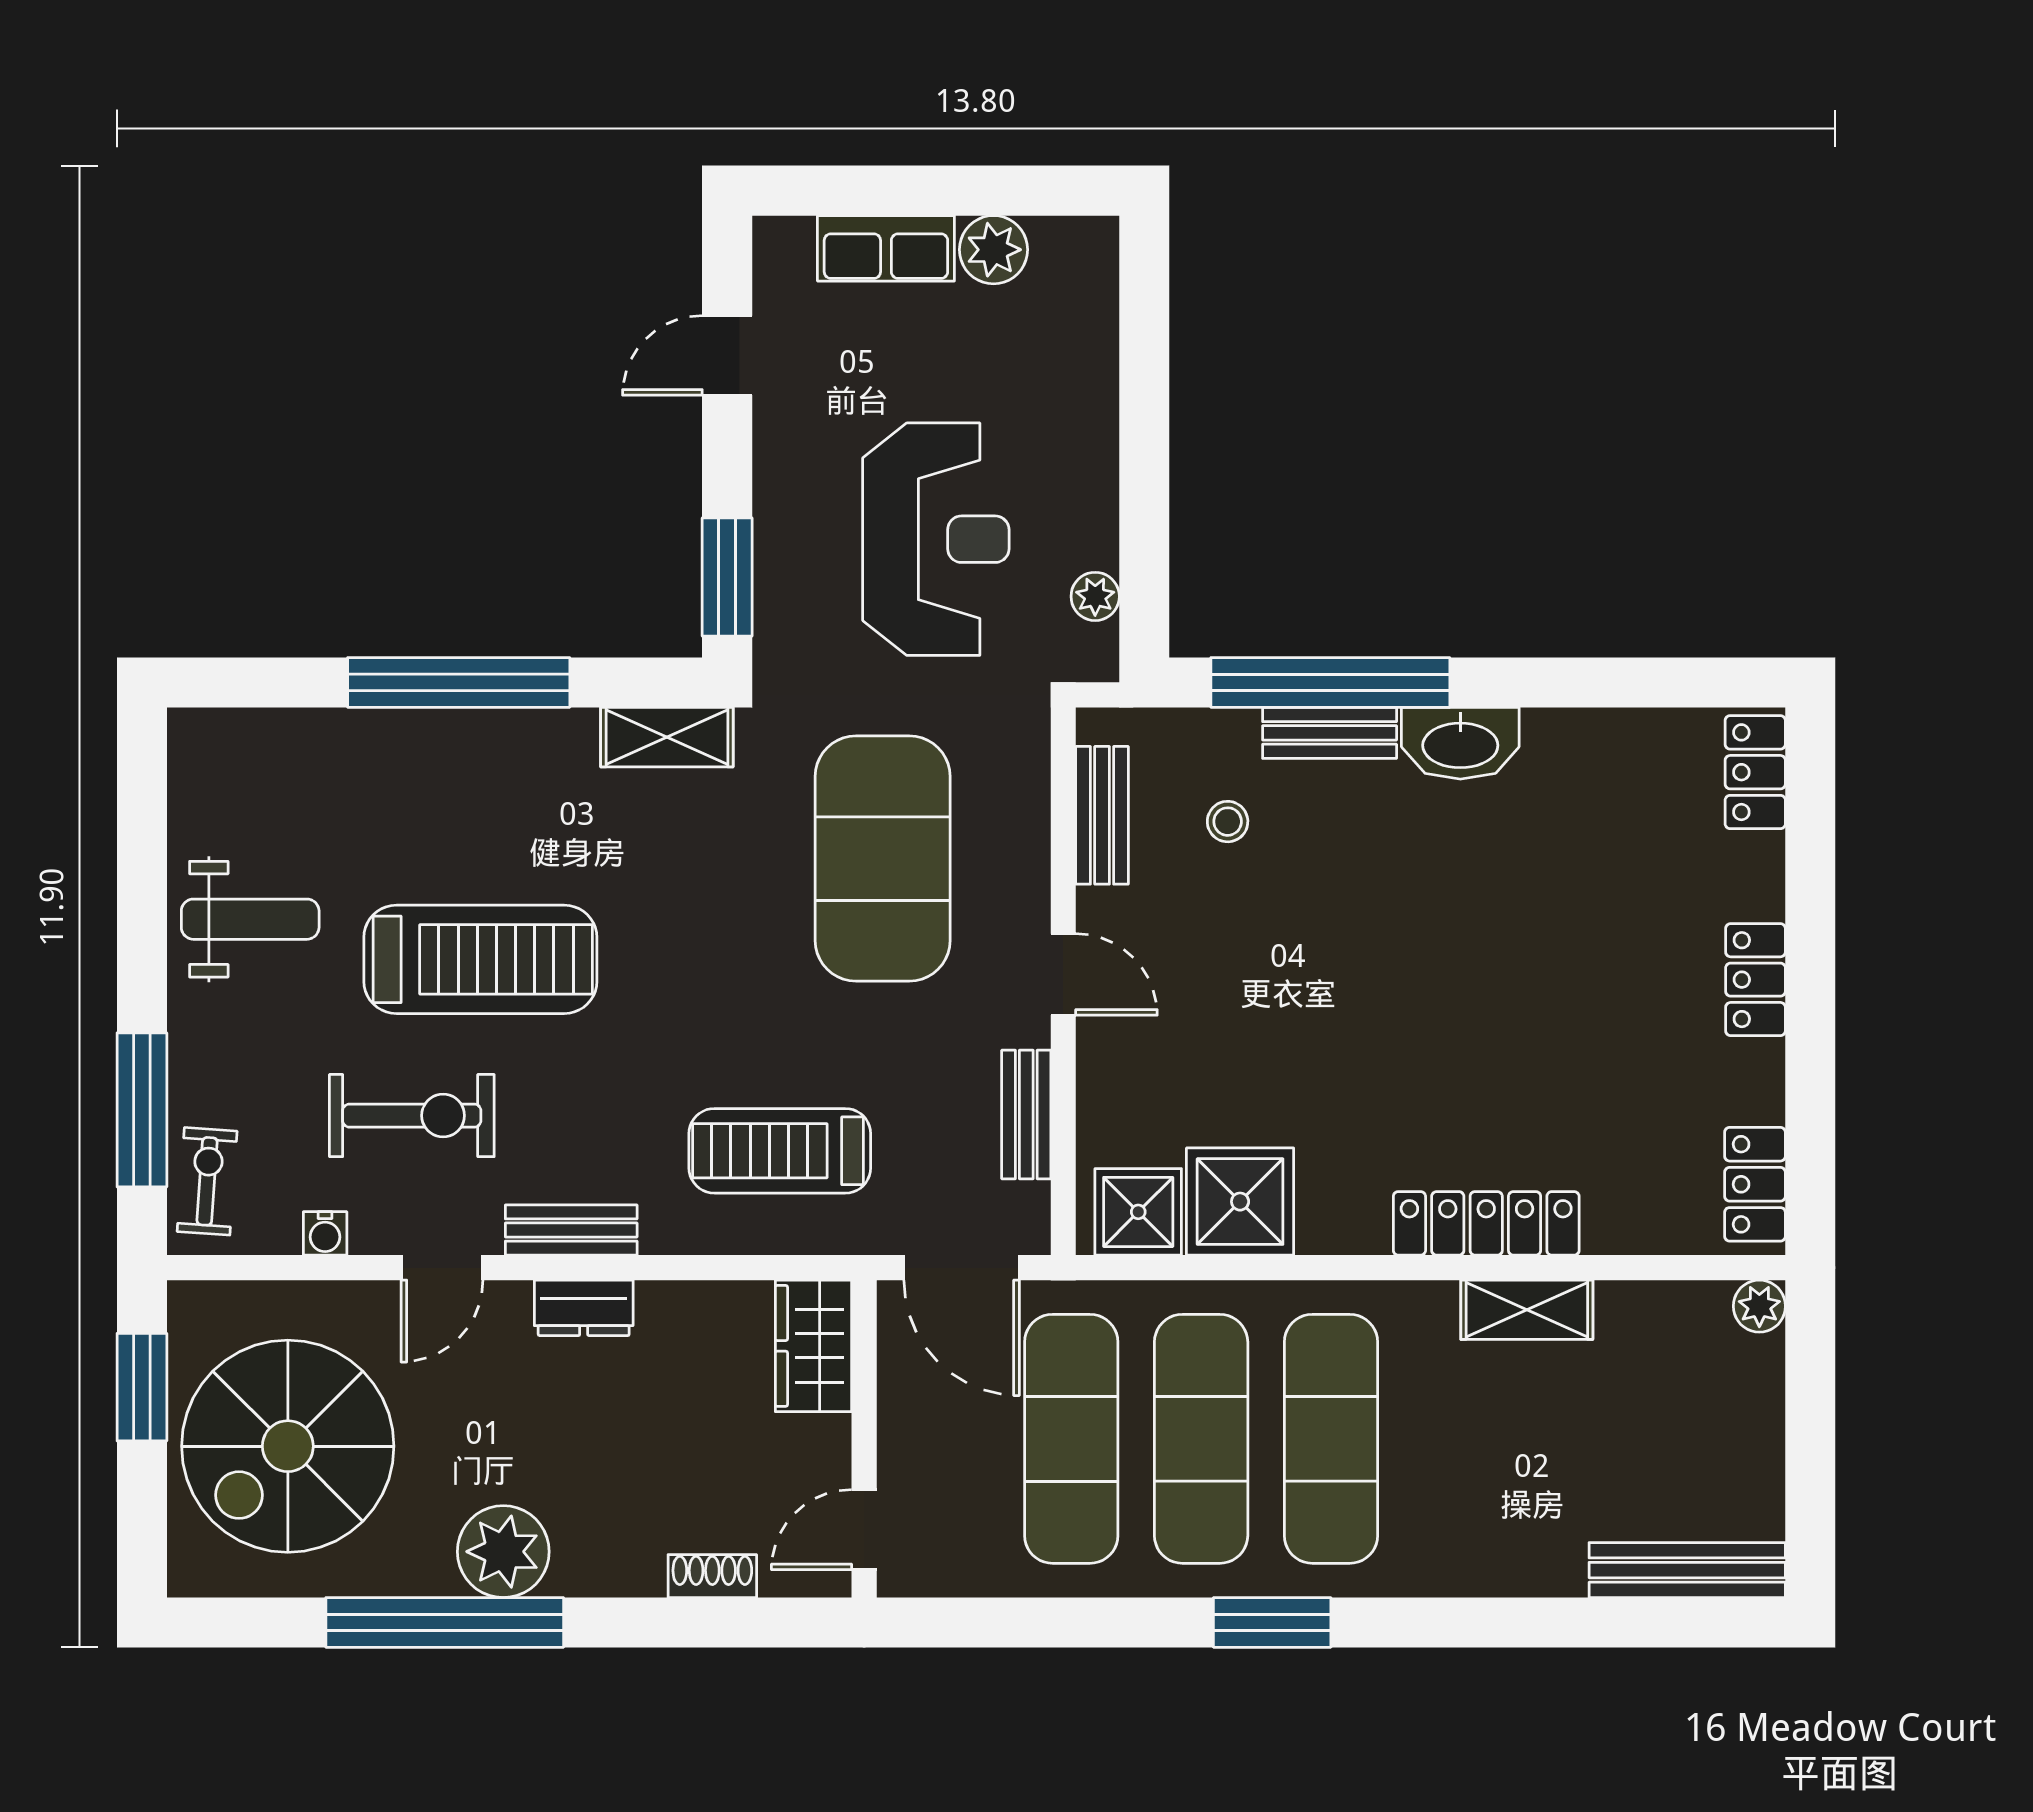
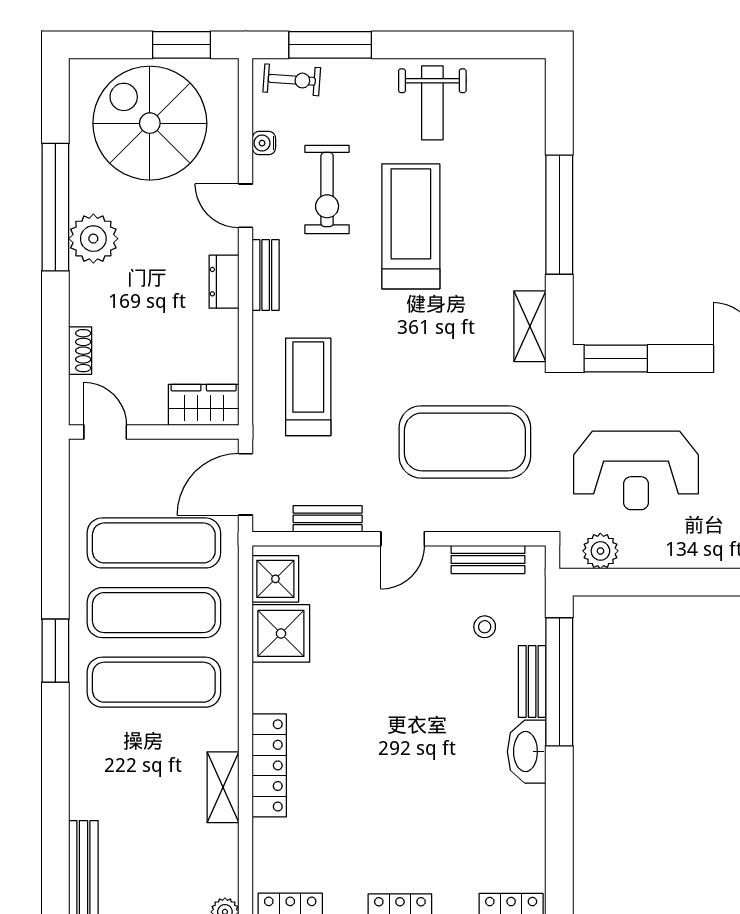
plant: (1095, 596) -> (600, 551), width x1.38, depth x1.38
treadmill: (480, 959) -> (411, 226), turned 180

